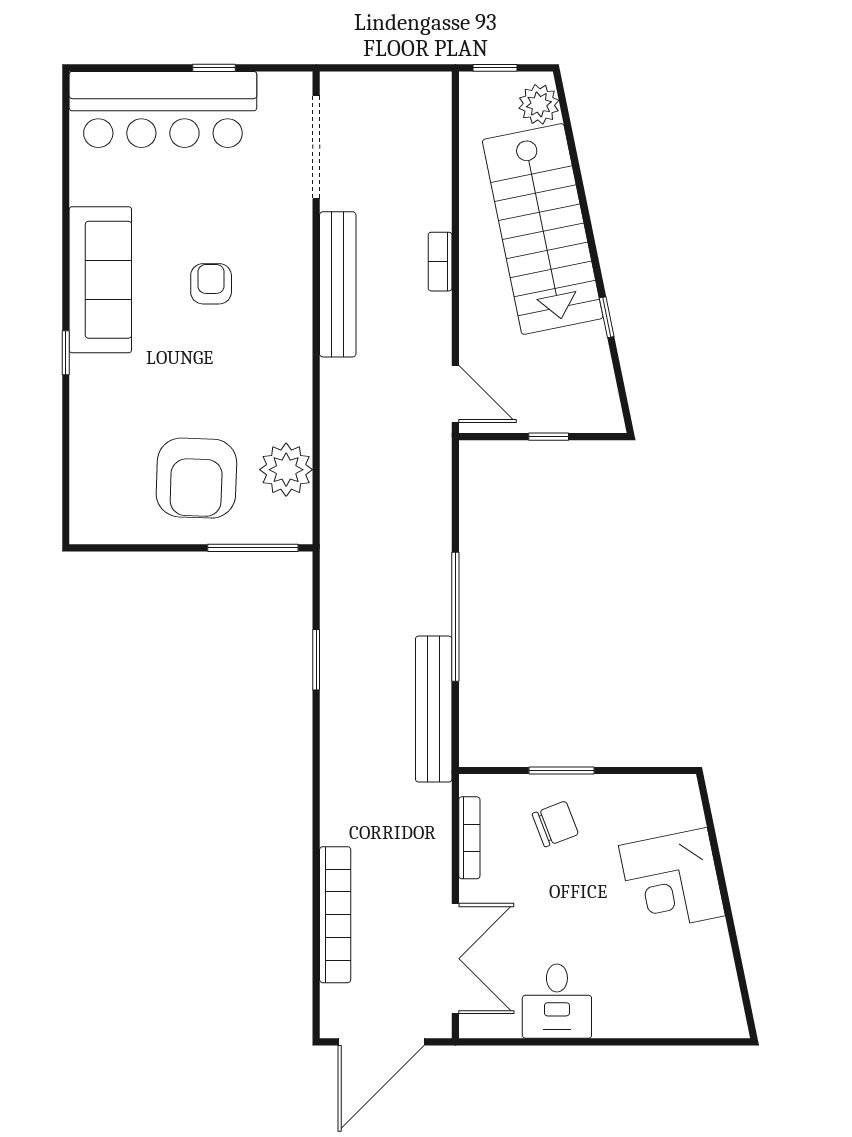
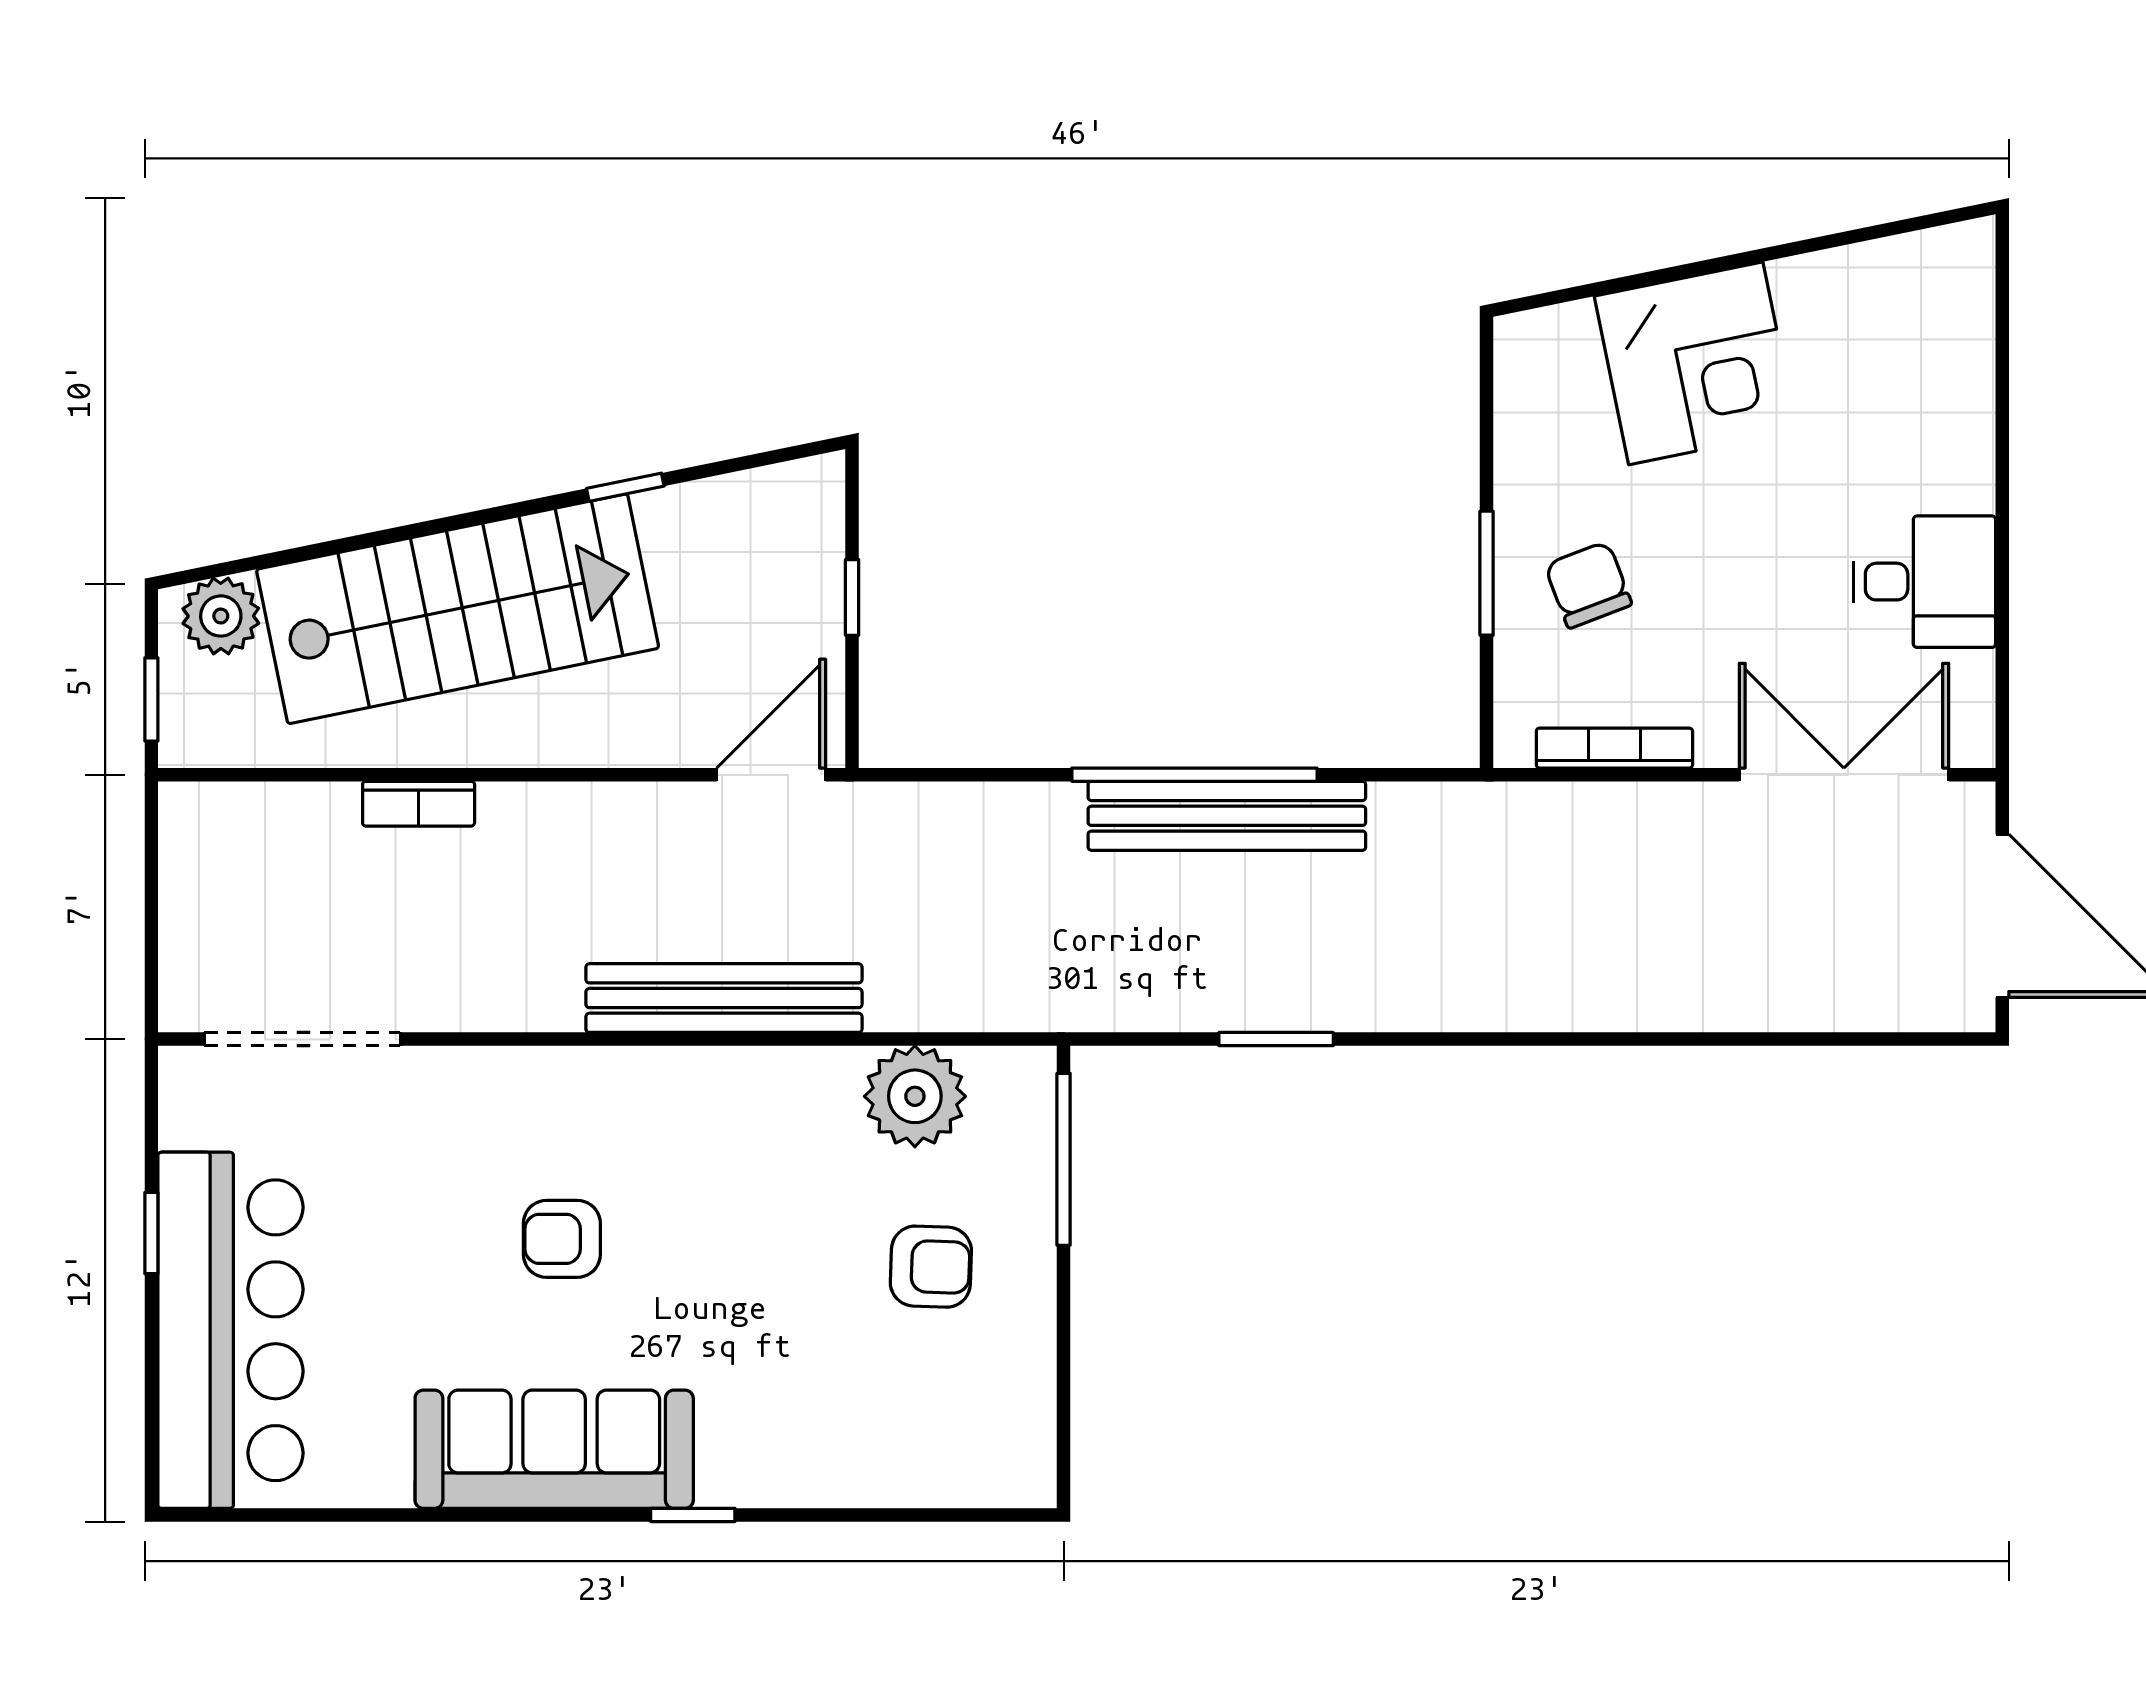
bookcase: (440, 262) -> (419, 804), moved
bench: (338, 284) -> (724, 998), moved
armchair: (196, 478) -> (931, 1267), width x0.53, depth x0.53
bench: (434, 709) -> (1227, 816), moved
bookcase: (335, 915) -> (1760, 1003), removed

